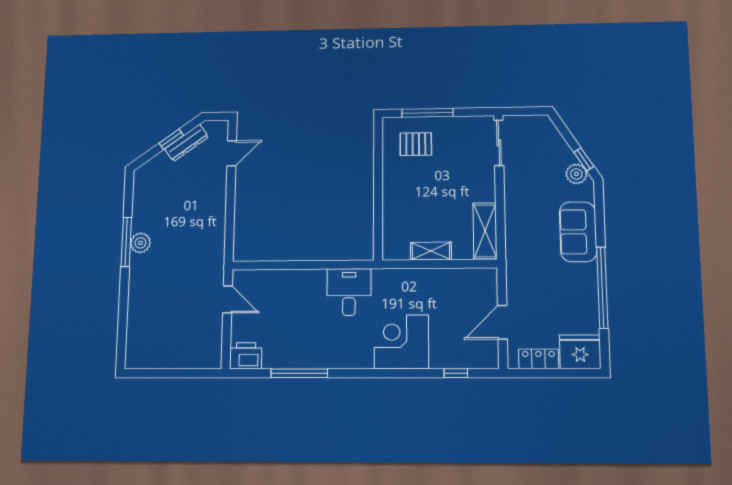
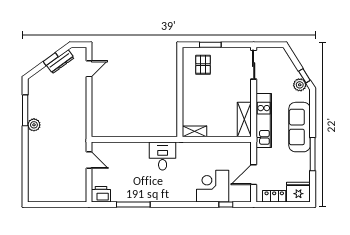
window: (427, 113) -> (210, 45), width x0.69
pallet: (416, 144) -> (203, 65), turned 90
kitchen unit: (518, 232) -> (264, 121), added
sofa: (578, 232) -> (300, 127), width x1.36
window: (126, 242) -> (25, 110), moved
shelving: (431, 251) -> (195, 131), moved
window: (602, 288) -> (313, 154), width x0.68
corner desk: (401, 342) -> (213, 186), moved

